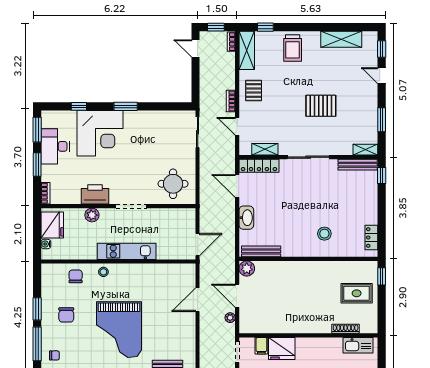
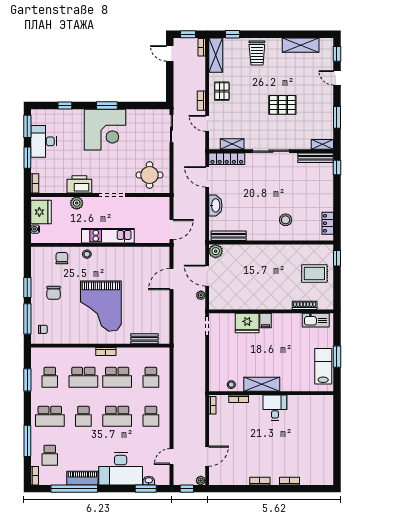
corner desk: (100, 133) -> (105, 130), moved
filing cabinet: (261, 346) -> (266, 321), moved

